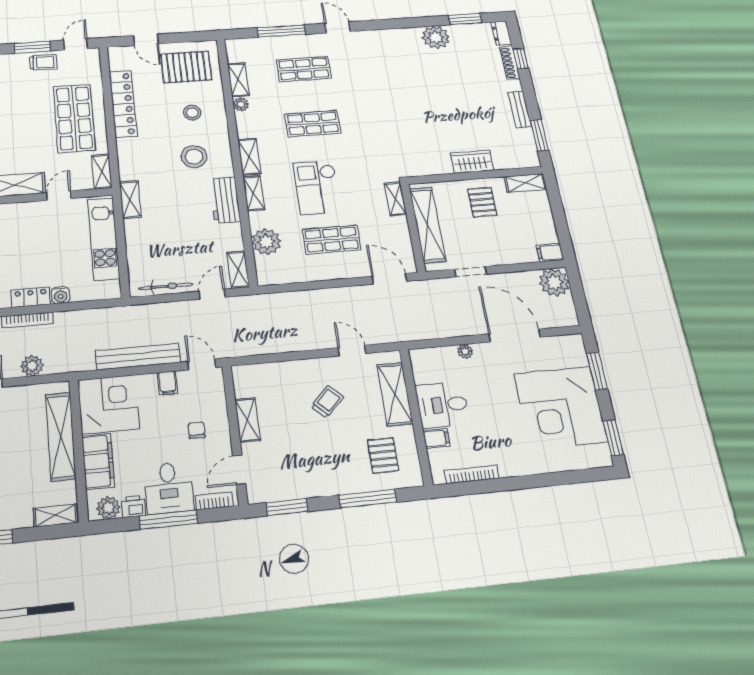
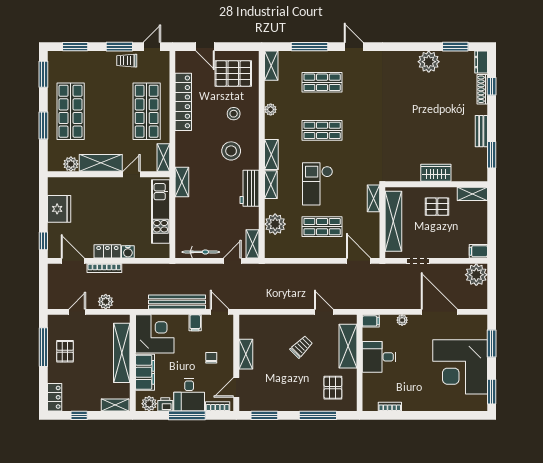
trolley: (43, 62) -> (127, 61), turned 180
shelving: (238, 80) -> (271, 66), moved
pallet: (482, 202) -> (437, 207), turned 90
filing cabinet: (436, 438) -> (371, 321), moved
bookcase: (472, 474) -> (390, 407), width x0.64

